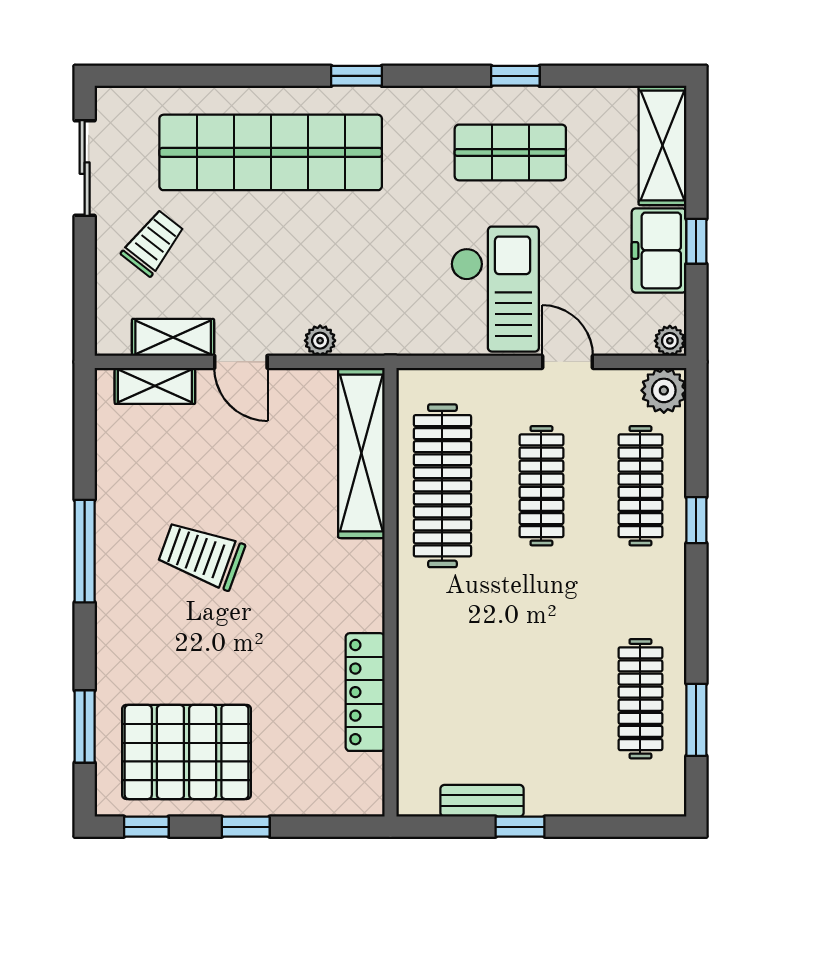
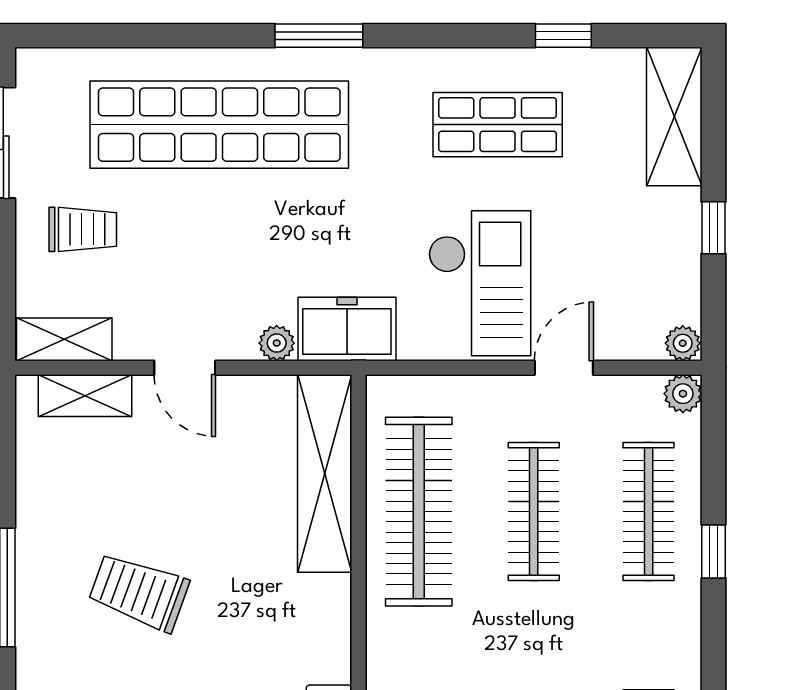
window: (357, 76) -> (319, 36), width x1.50
window: (515, 76) -> (563, 36), moved
trolley: (153, 243) -> (83, 229), turned 52
freezer: (659, 250) -> (347, 329), moved, turned 90
shelving: (173, 337) -> (64, 339), moved
door: (568, 362) -> (564, 368), hinge flipped
plant: (664, 390) -> (683, 394), width x0.73, depth x0.73

